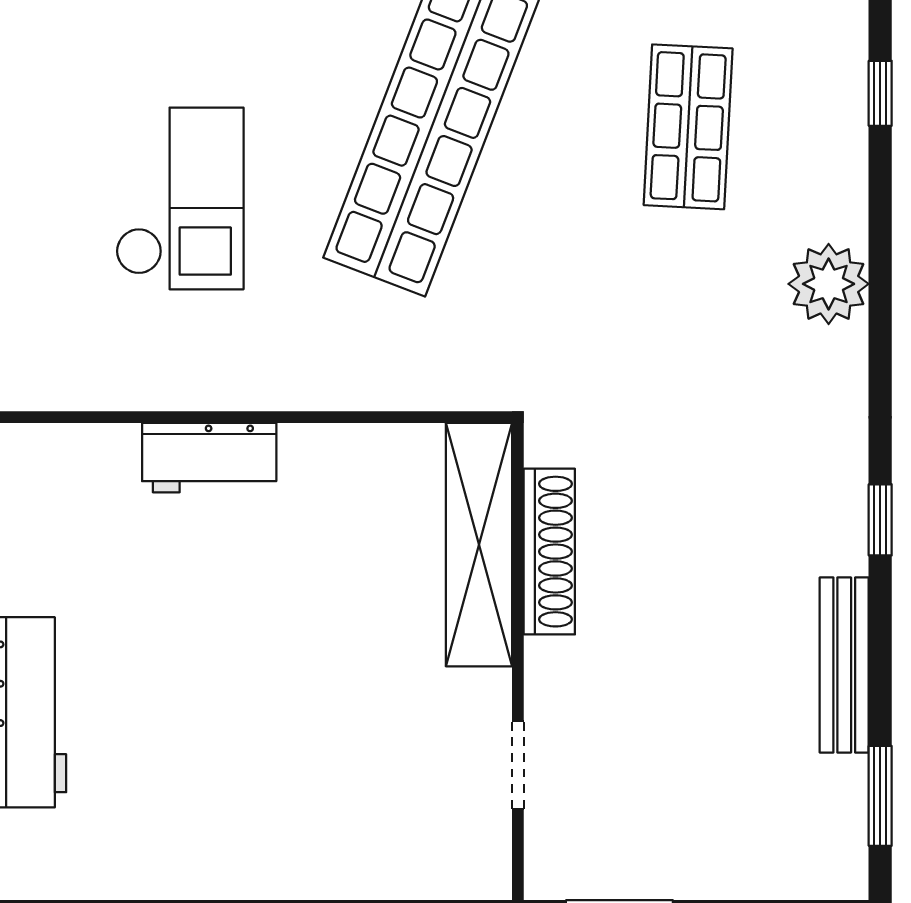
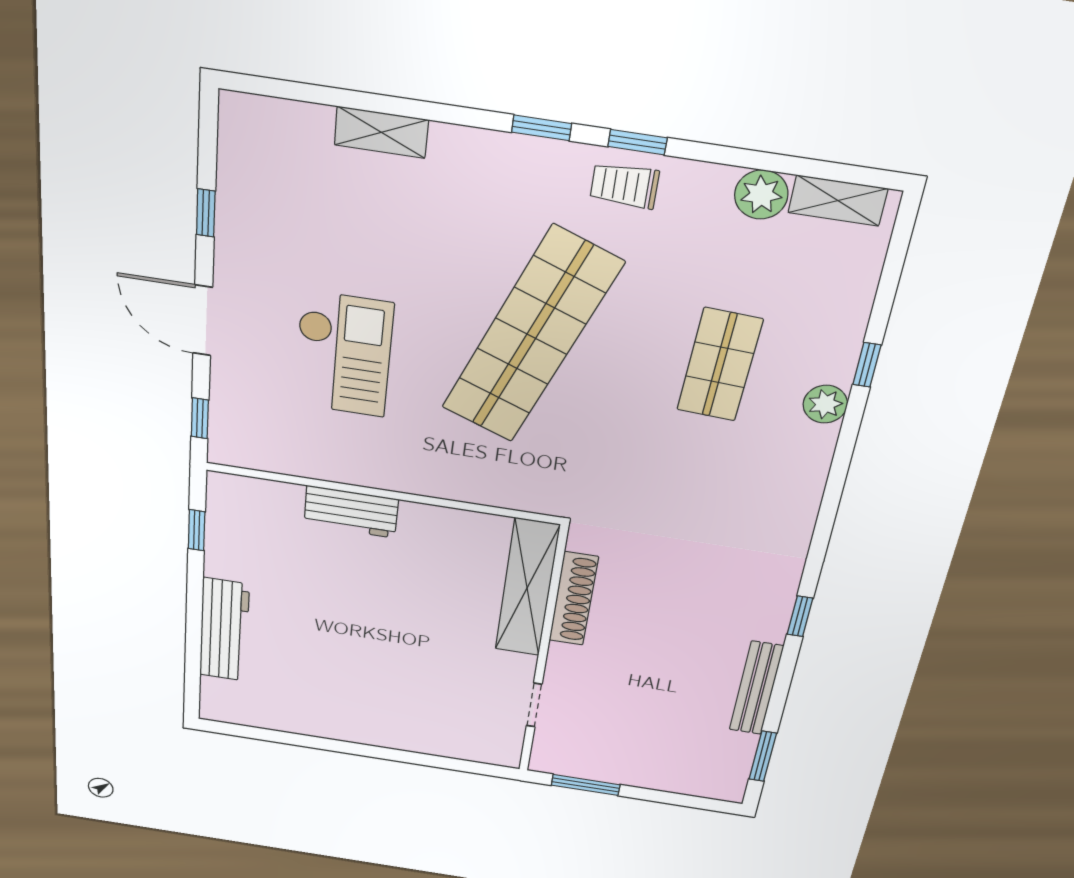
plant: (829, 284) -> (825, 404), moved, width x0.73, depth x0.73

